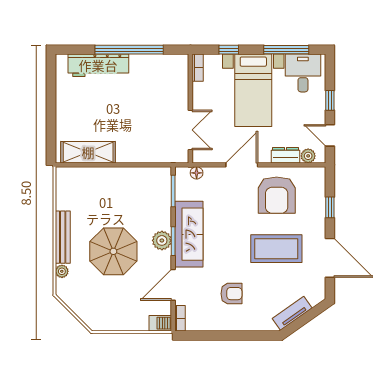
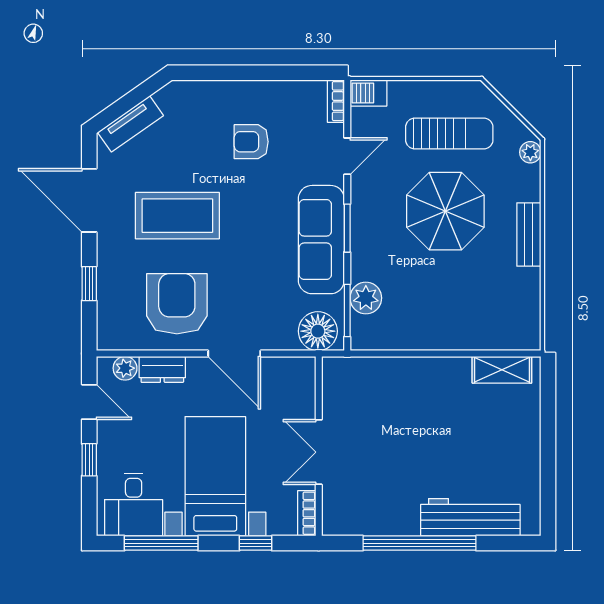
double door: (190, 130) -> (319, 452), moved
shelving: (88, 152) -> (502, 370), width x0.67, depth x0.75
door: (242, 165) -> (234, 353), hinge flipped
floor lamp: (197, 173) -> (318, 331), width x1.89, depth x1.89
bench: (63, 237) -> (529, 234), width x0.73
plant: (162, 240) -> (366, 298), moved
plant: (62, 271) -> (530, 152), moved
door: (173, 285) -> (347, 156), width x0.73
sun lounger: (111, 299) -> (449, 134), added
tv unit: (292, 313) -> (131, 124), moved

